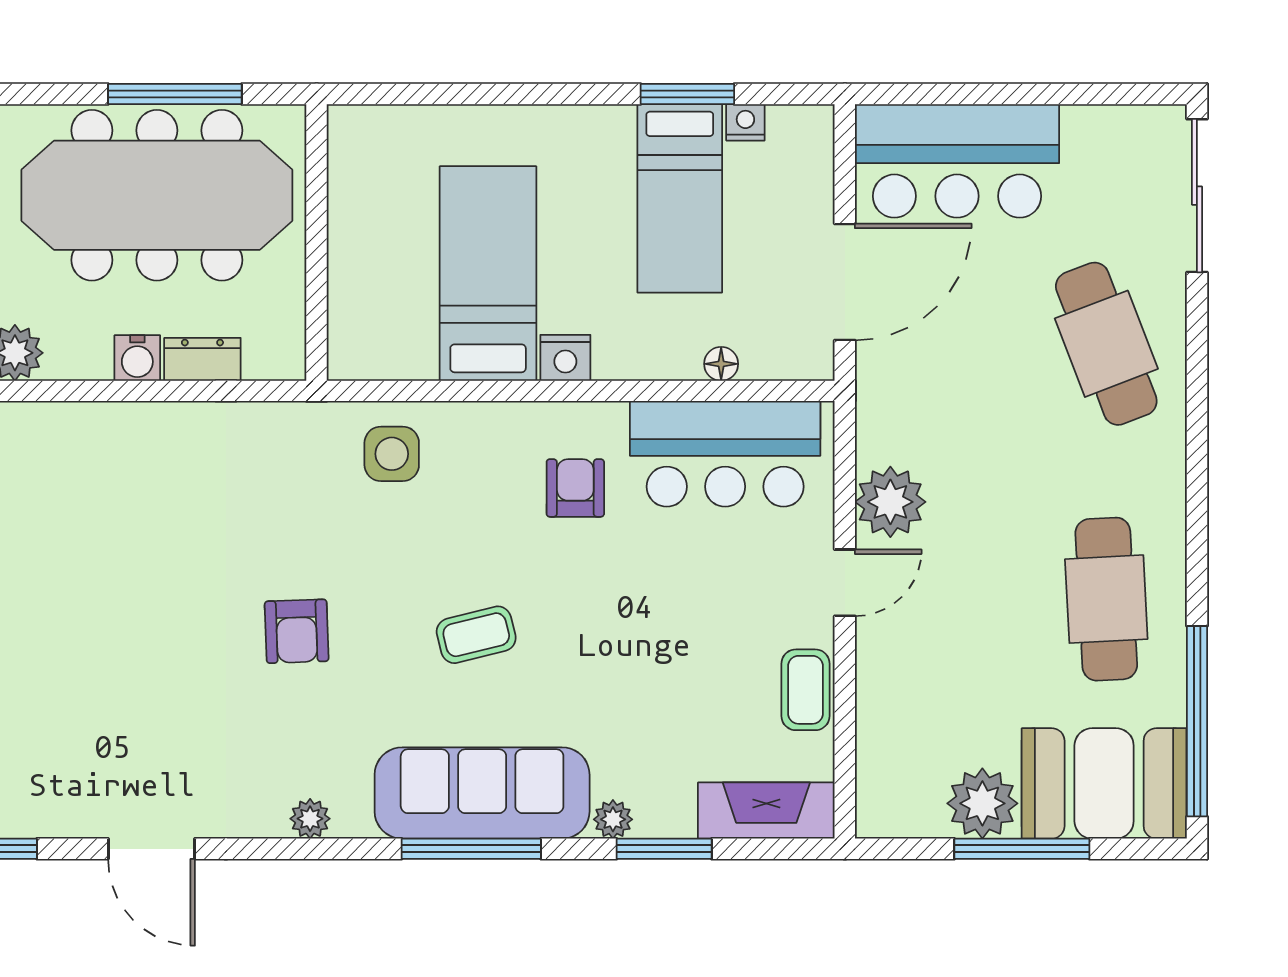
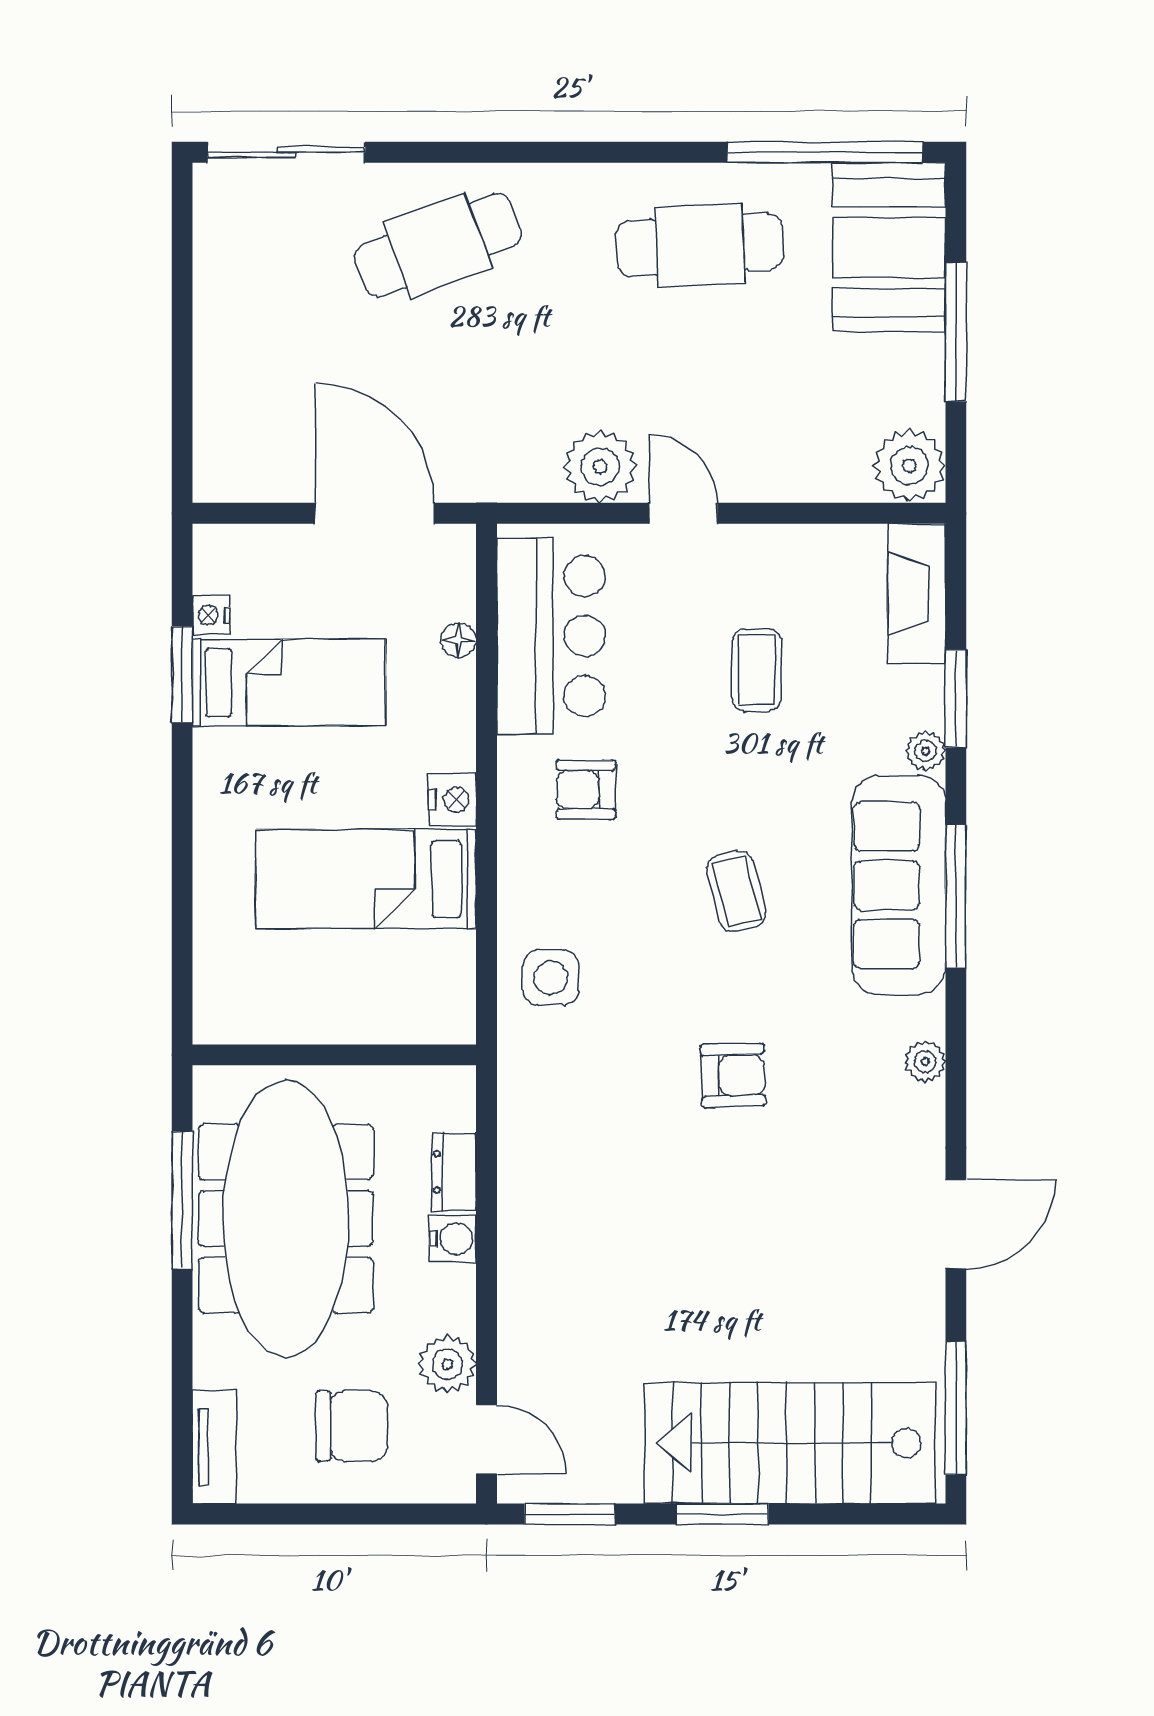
bar counter: (957, 161) -> (251, 398), removed
coffee table: (806, 690) -> (757, 670), moved, turned 90
plant: (982, 803) -> (909, 466), moved

